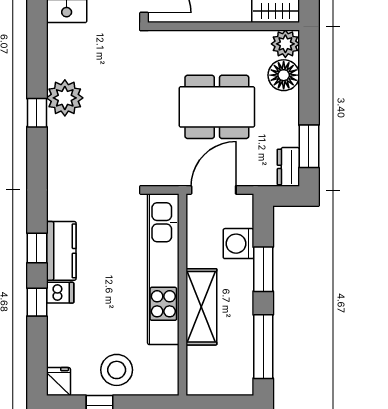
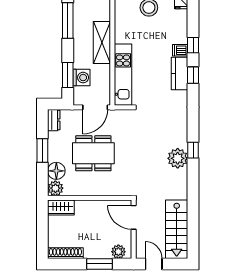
window: (309, 146) -> (42, 151), moved
kitchen unit: (163, 269) -> (123, 75), width x0.73
window: (263, 269) -> (68, 75), moved

